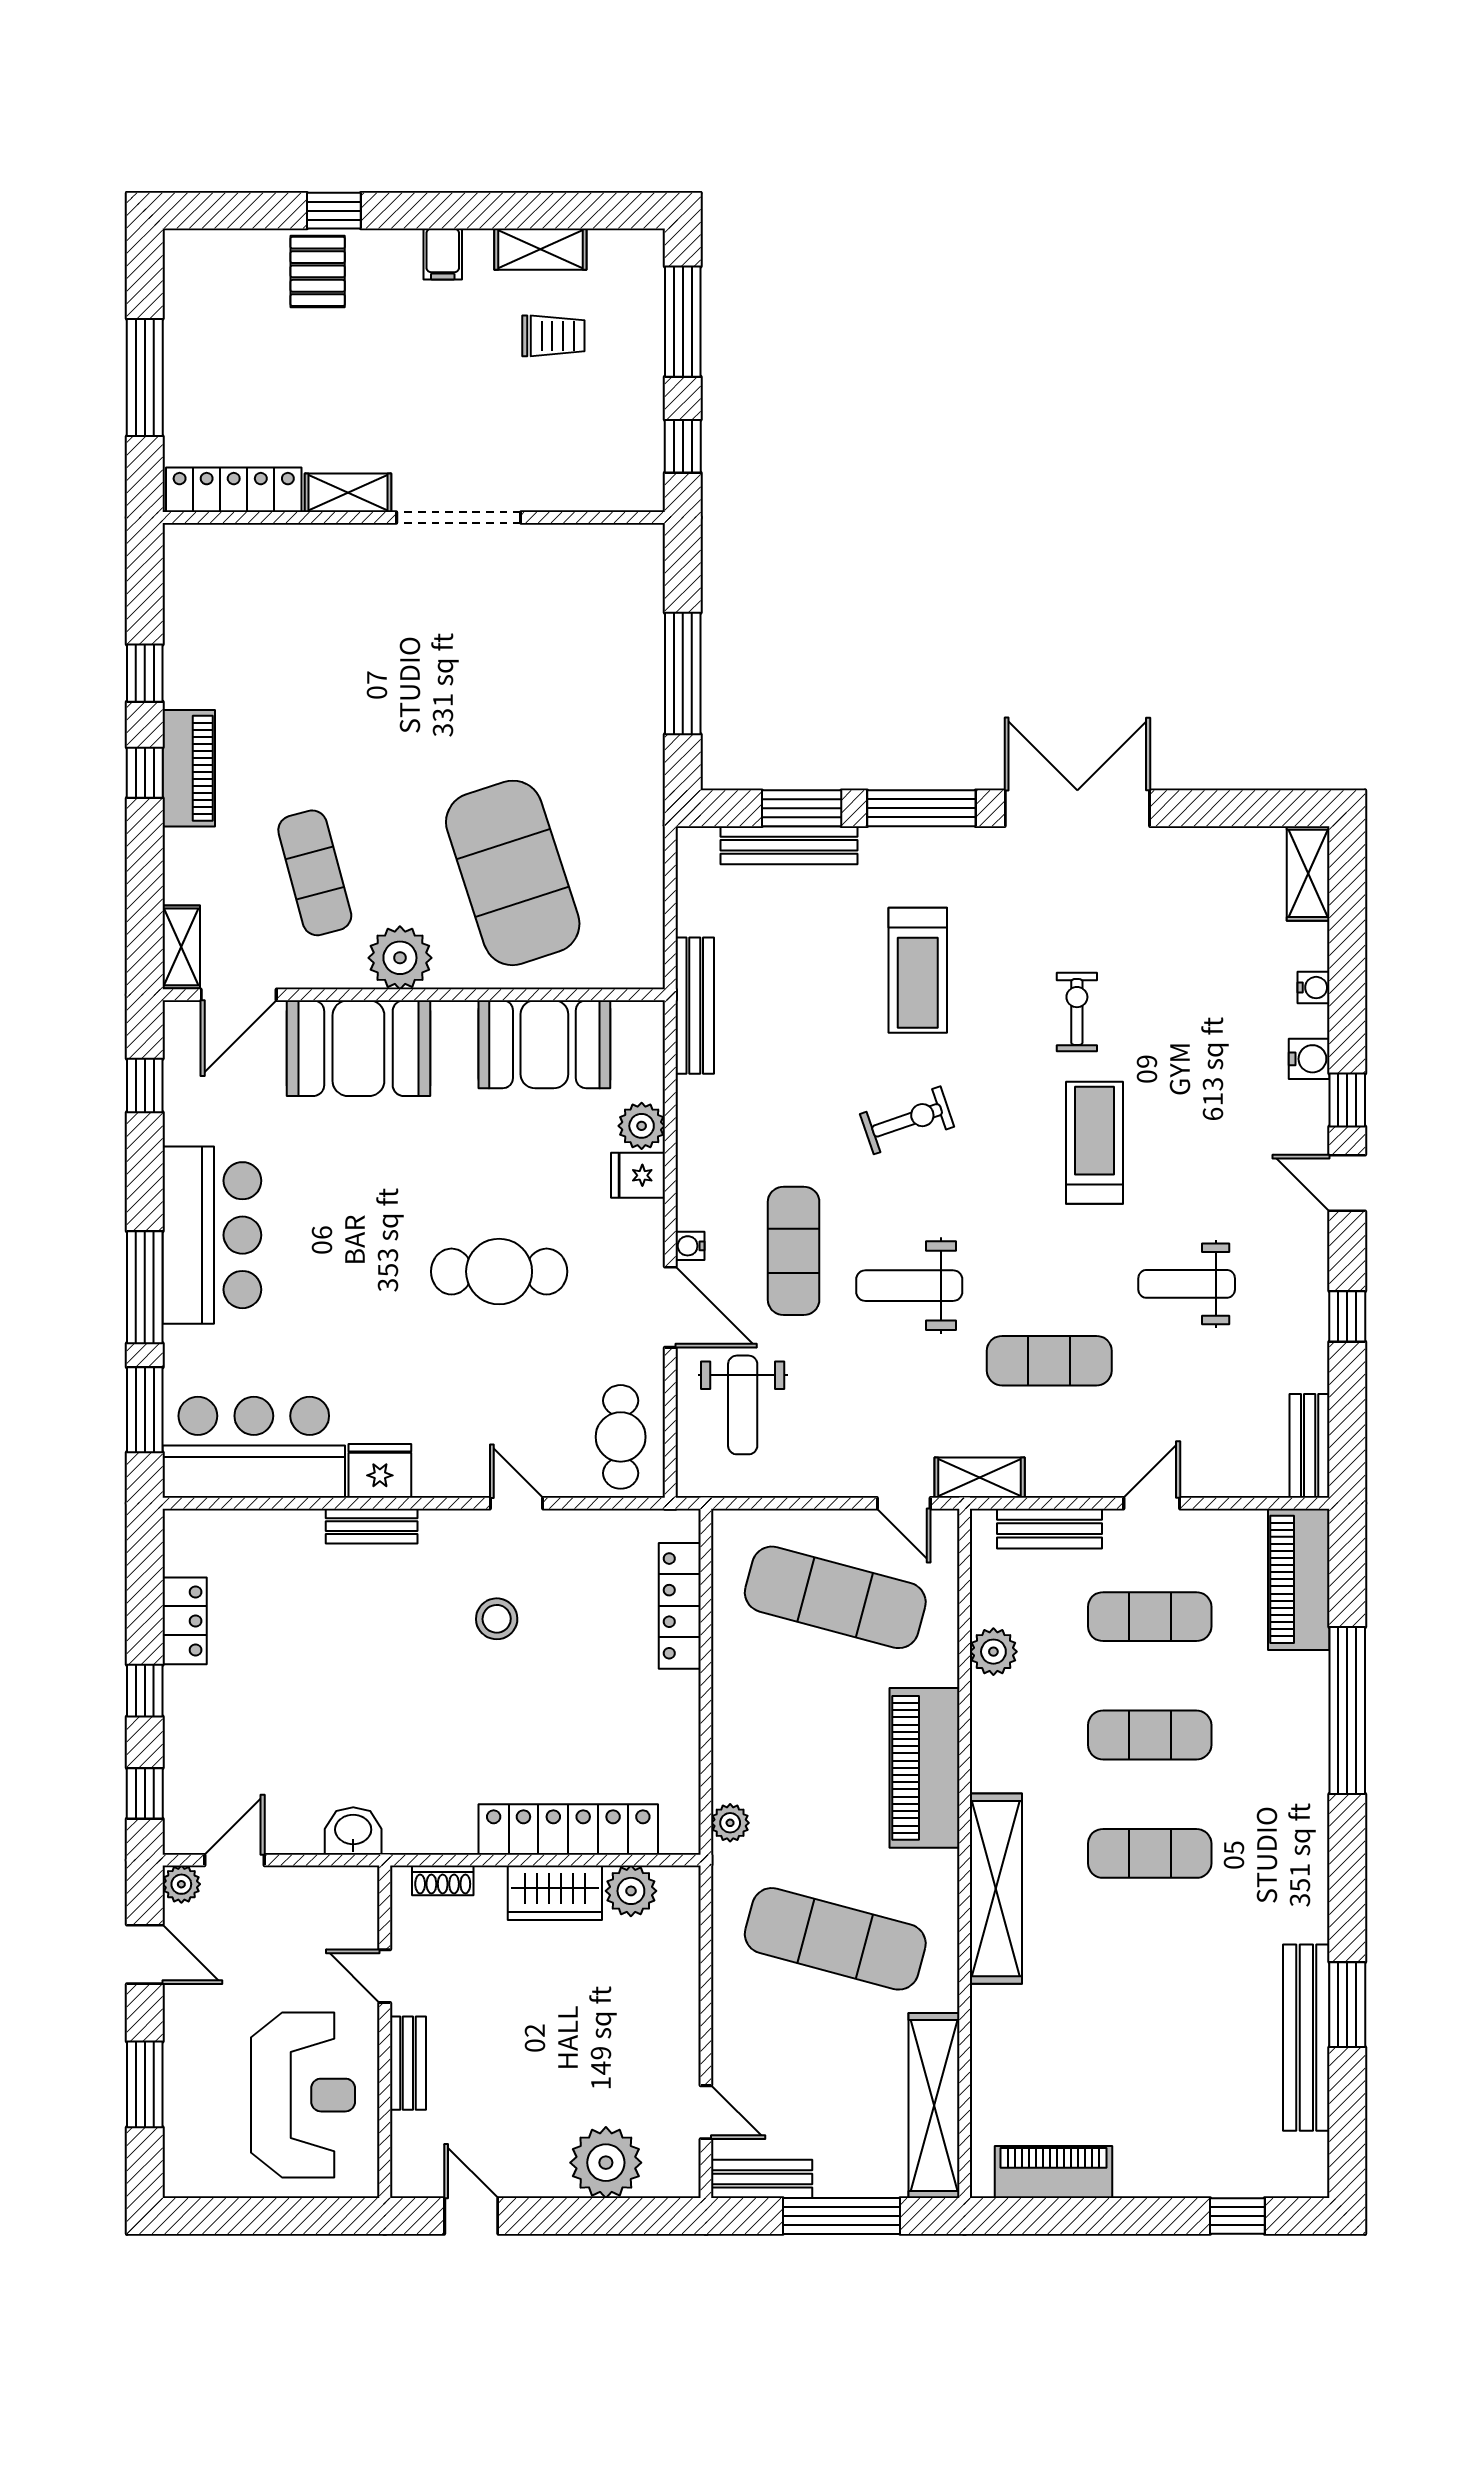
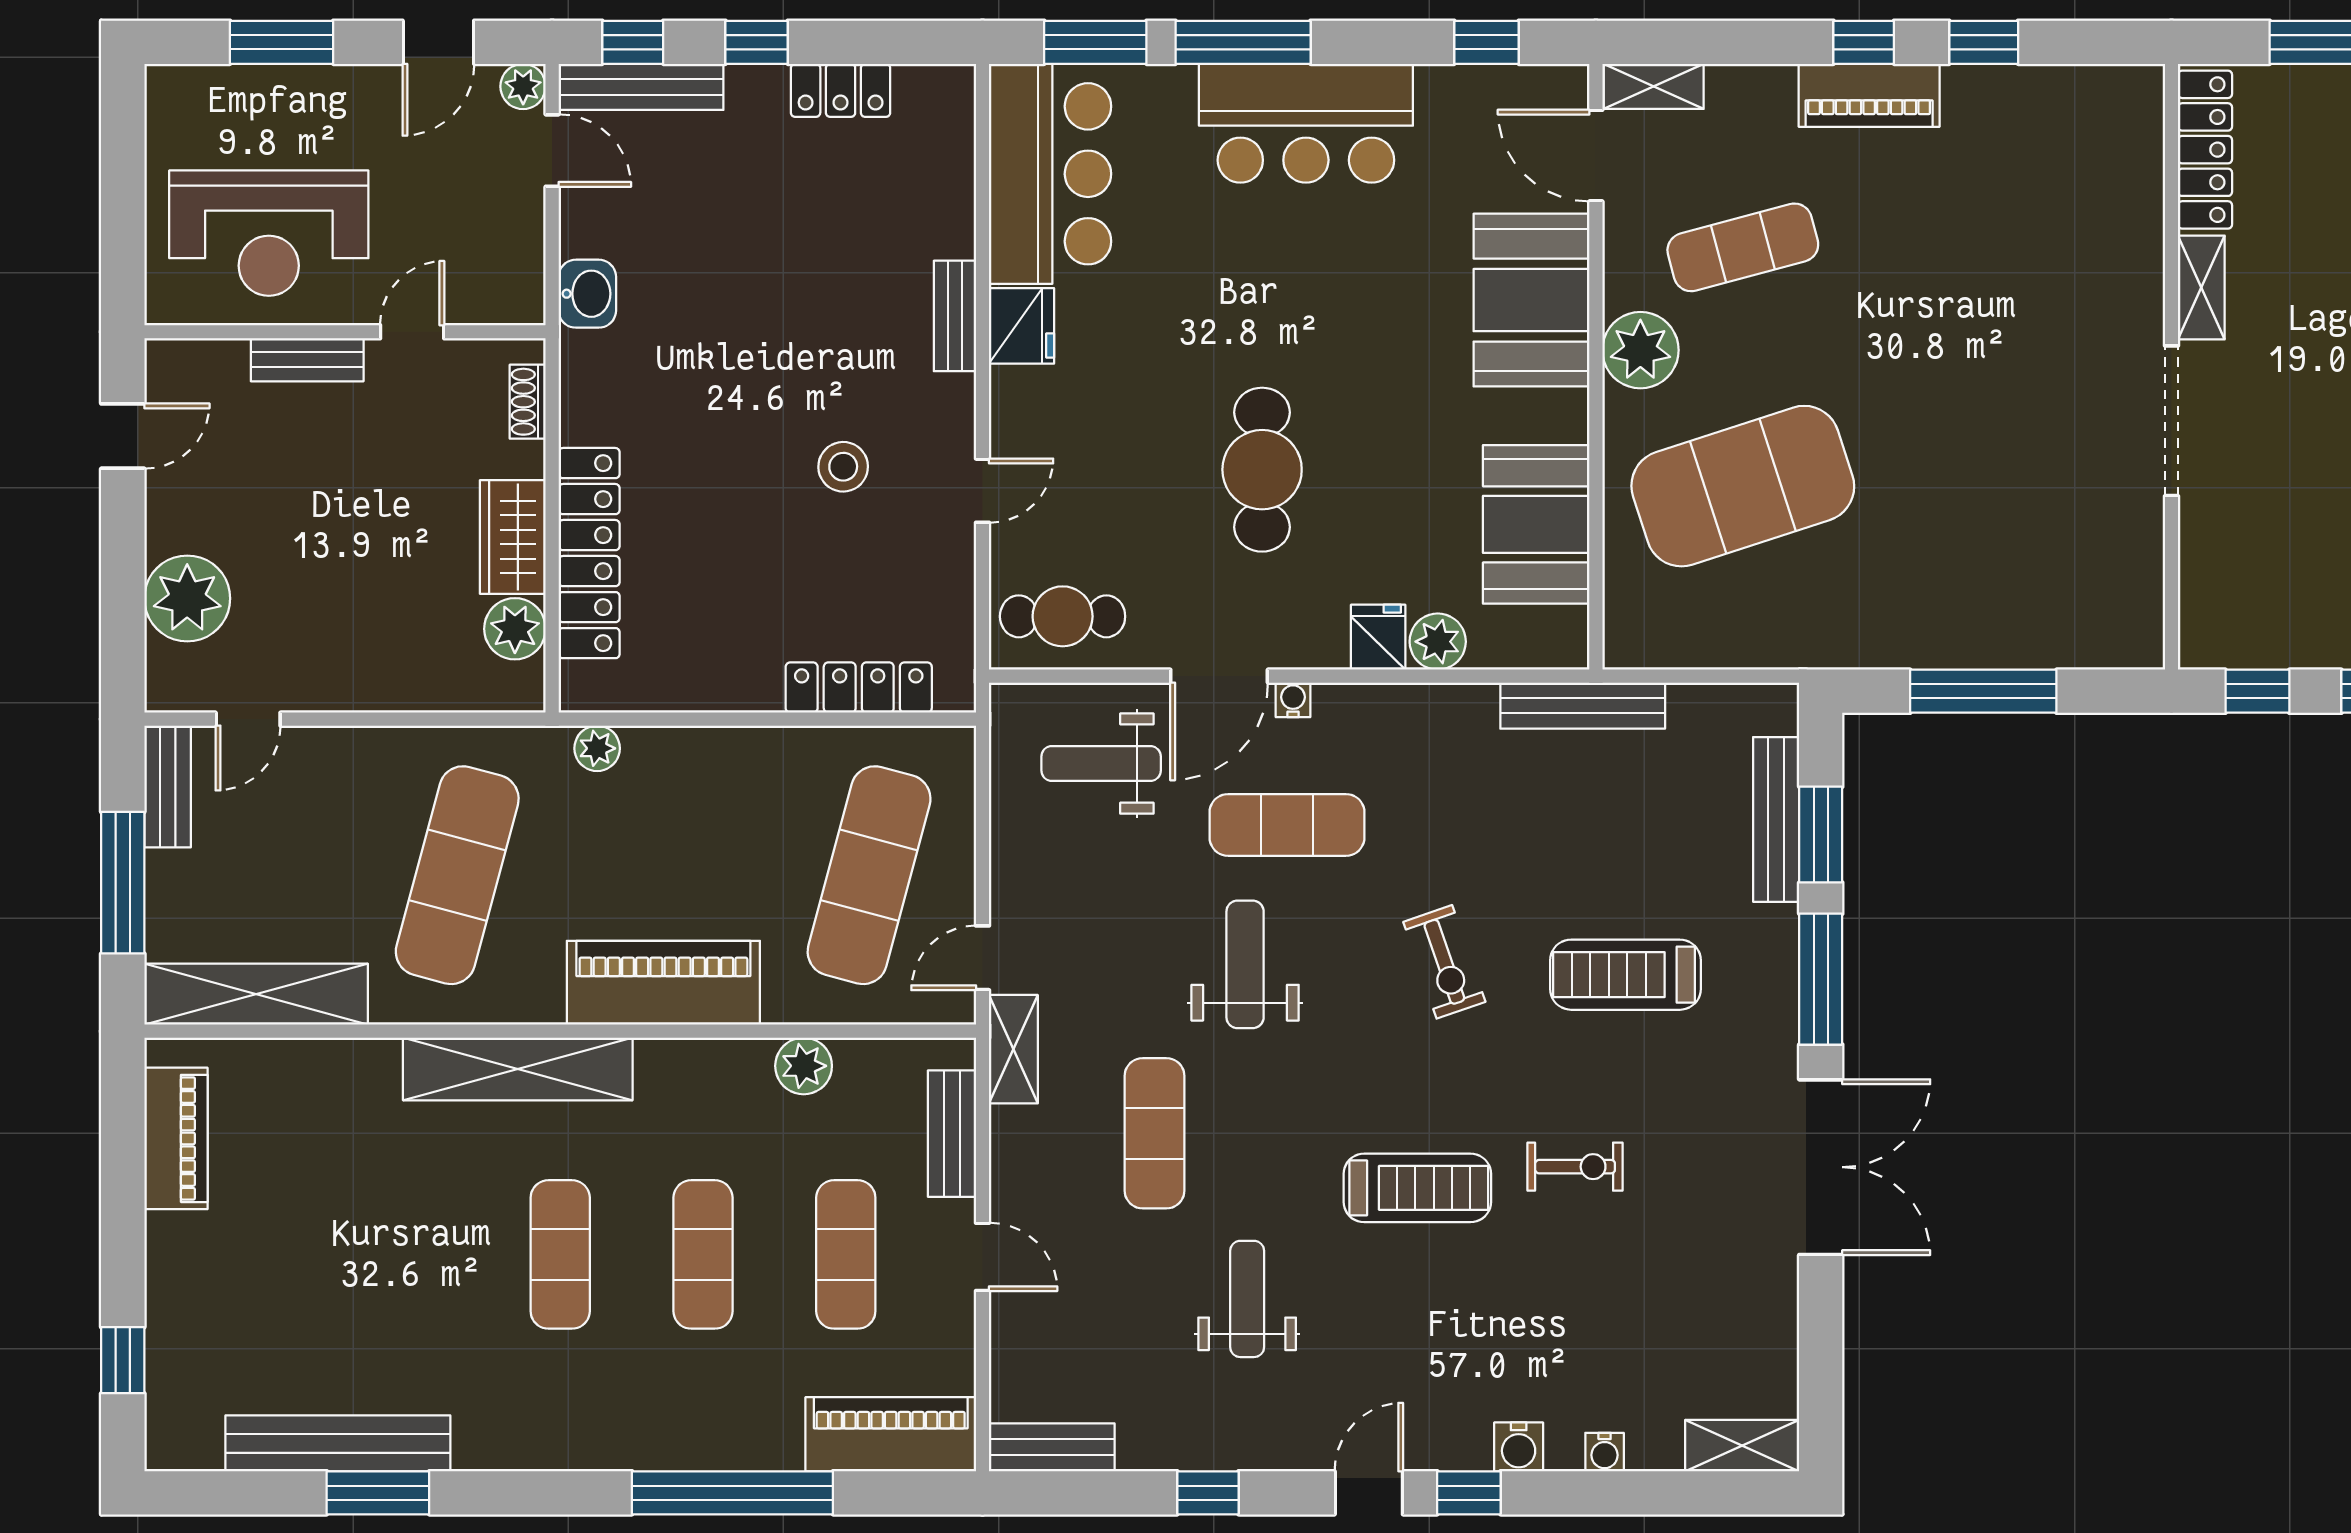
bench: (182, 1786) -> (641, 87), added

